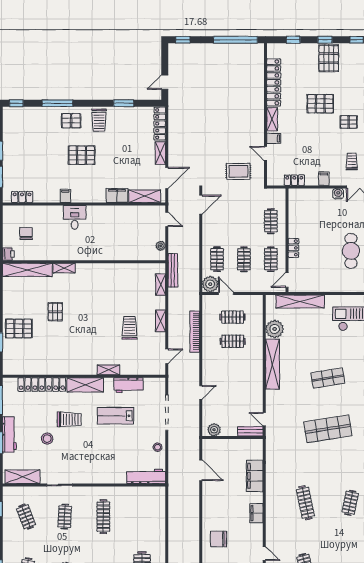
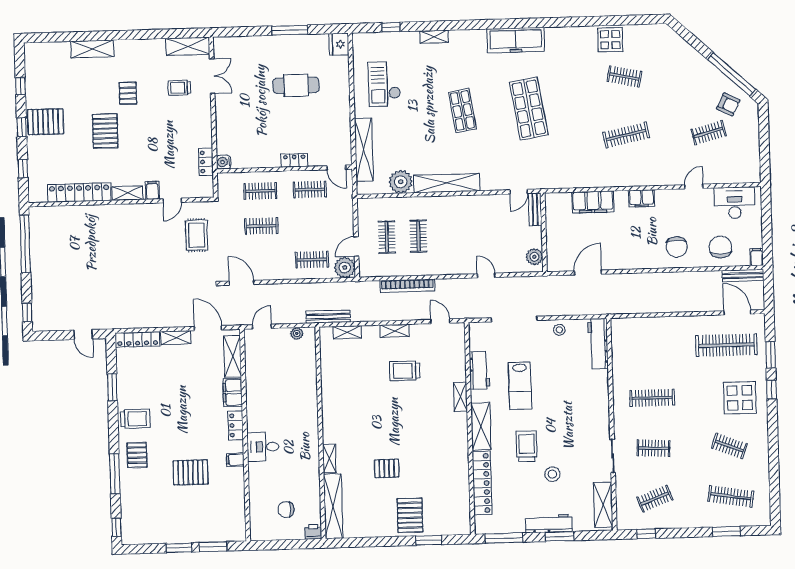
pallet: (82, 155) -> (191, 472), moved, turned 90
filing cabinet: (324, 179) -> (203, 123), removed
water cooler: (338, 194) -> (224, 162), moved
locker: (22, 197) -> (236, 425), moved
clothes rail: (244, 259) -> (261, 226), moved

